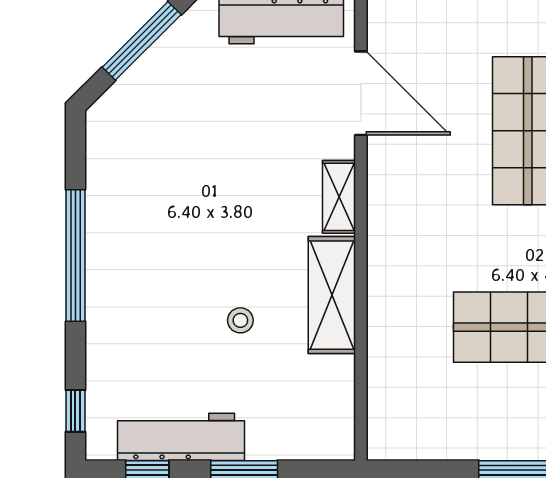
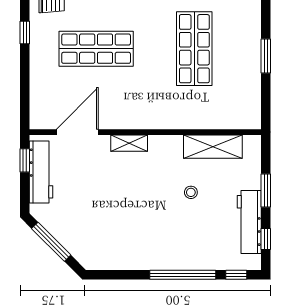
window: (75, 255) -> (183, 275), moved
shelving: (332, 295) -> (213, 147), moved

